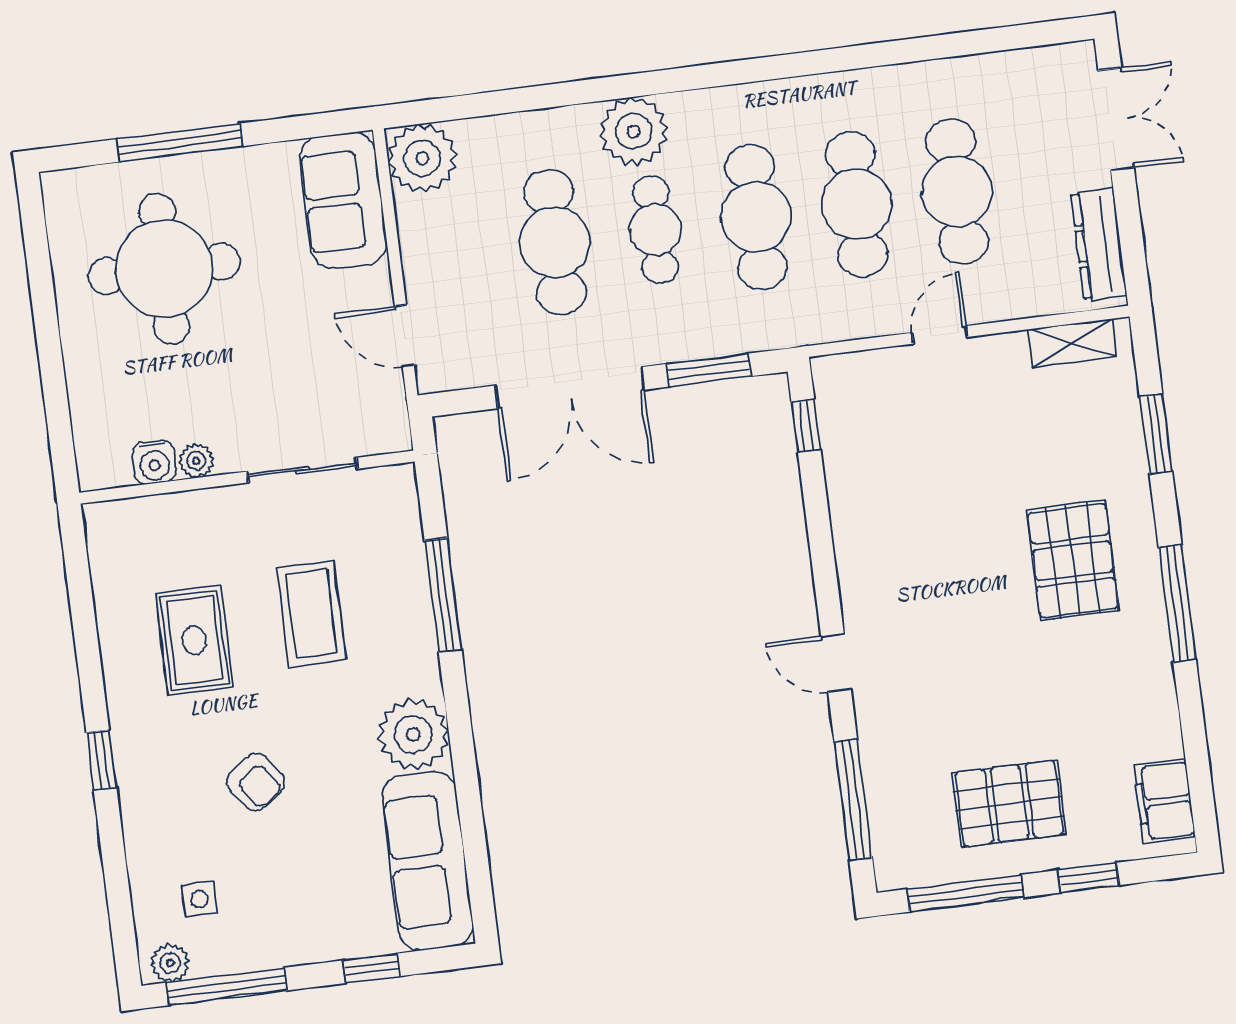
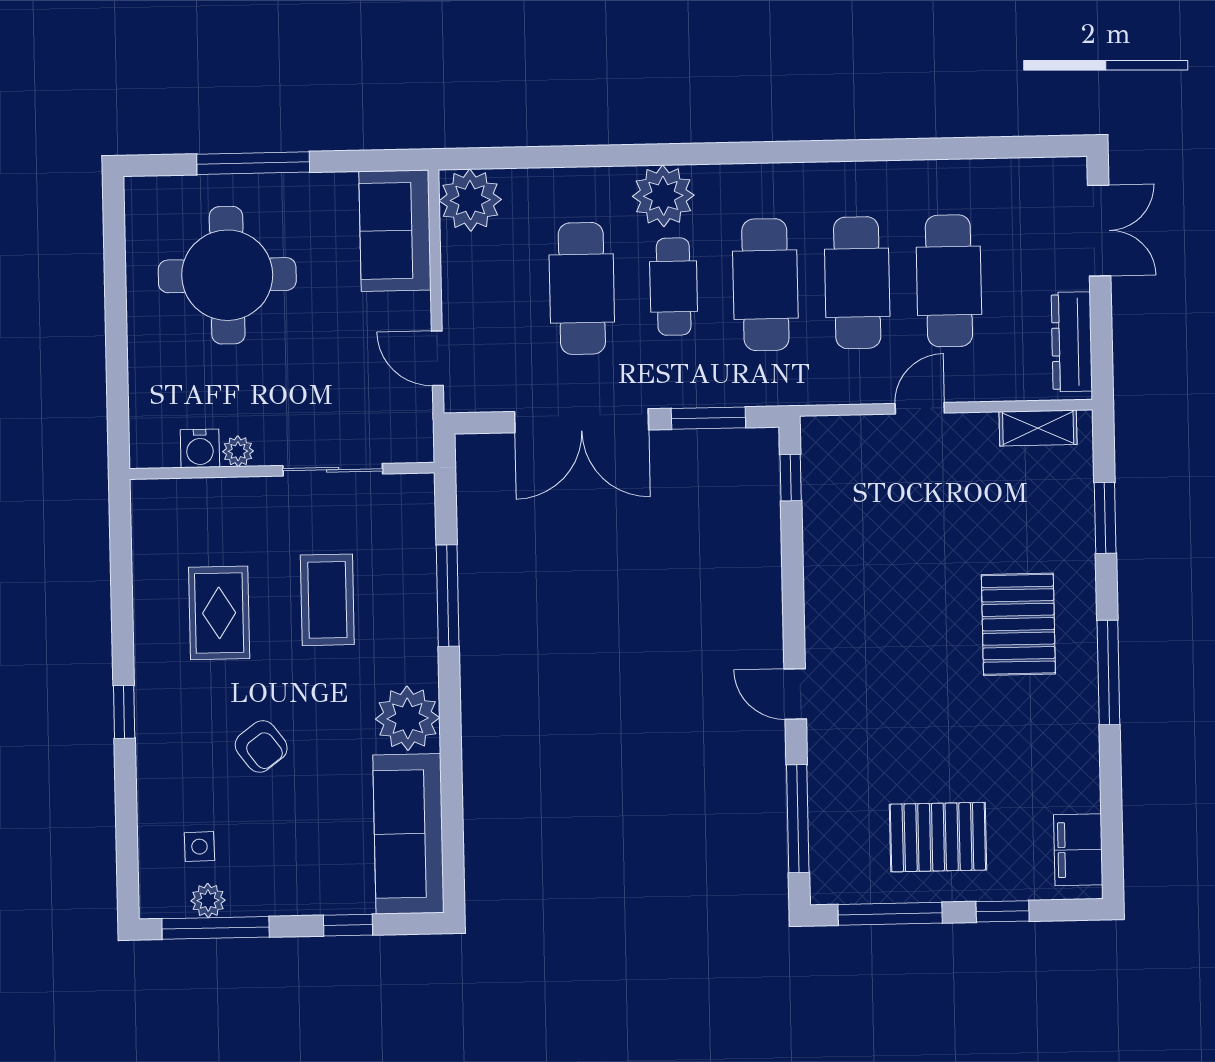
plant: (170, 963) -> (208, 900), moved

